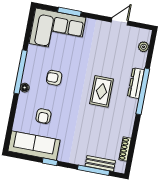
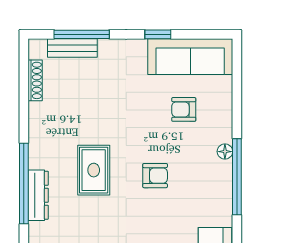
armchair: (54, 78) -> (155, 176), moved
armchair: (43, 116) -> (184, 109), turned -90

